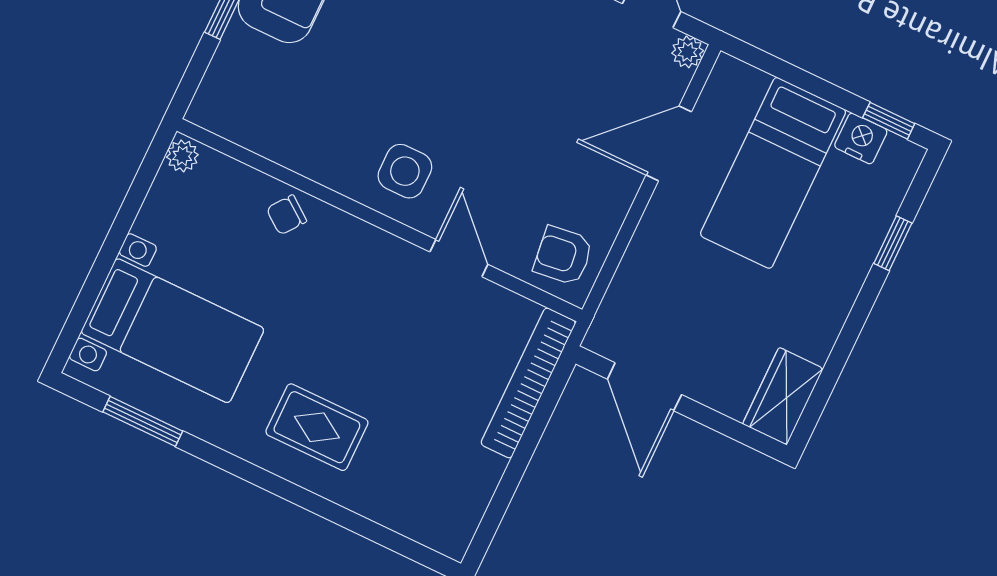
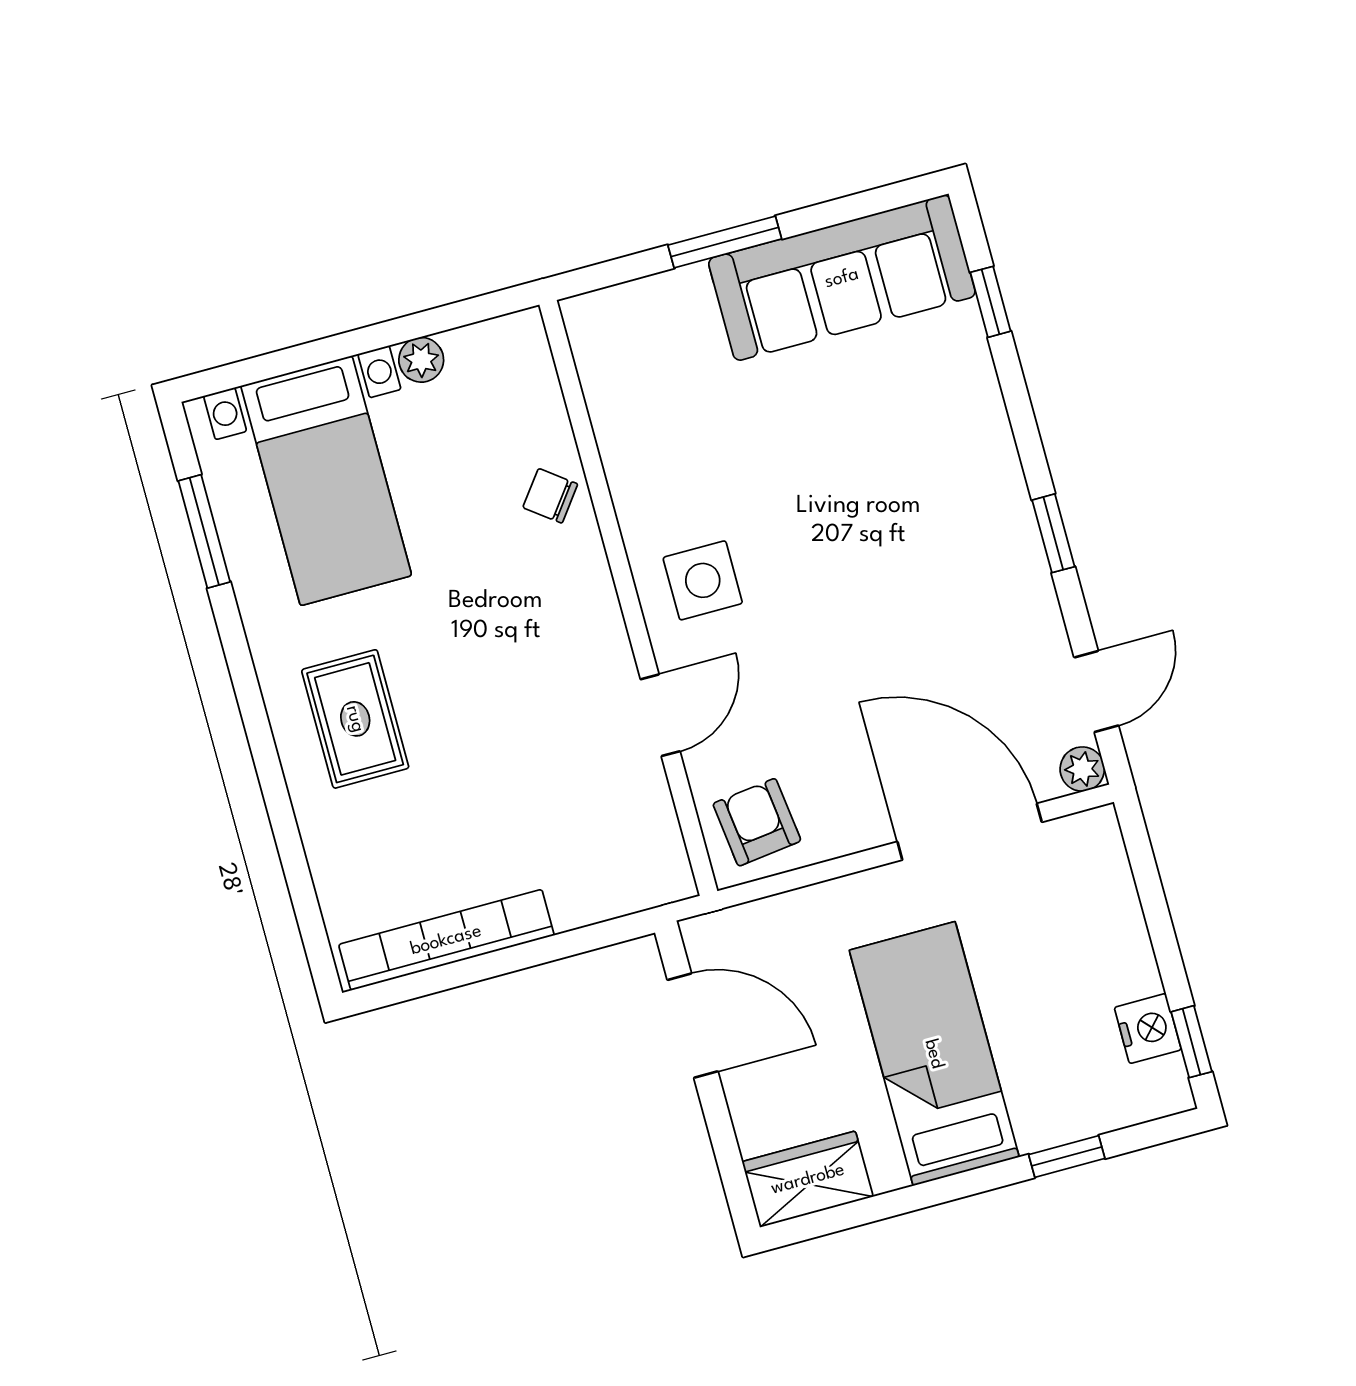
door: (669, 143) -> (970, 832), width x1.36
plant: (182, 156) -> (421, 360), moved
bed: (773, 173) -> (934, 1054), moved, turned 90
bookcase: (528, 383) -> (446, 940), moved
door: (644, 387) -> (693, 1026), swing flipped

